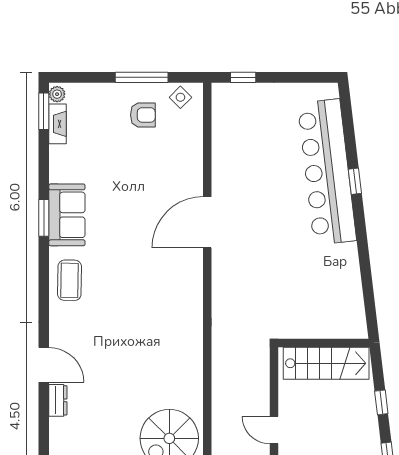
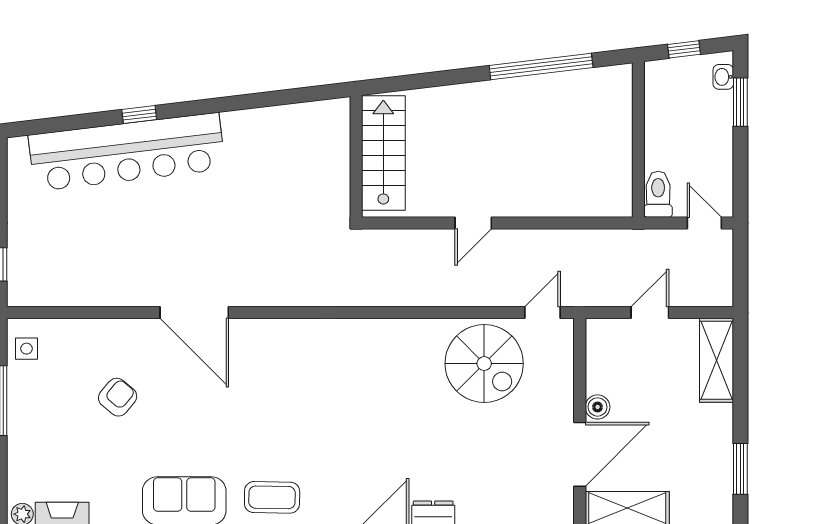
side table: (180, 97) -> (27, 349), turned 45
armchair: (143, 115) -> (118, 397), moved, turned 40
window: (381, 402) -> (436, 79), removed

